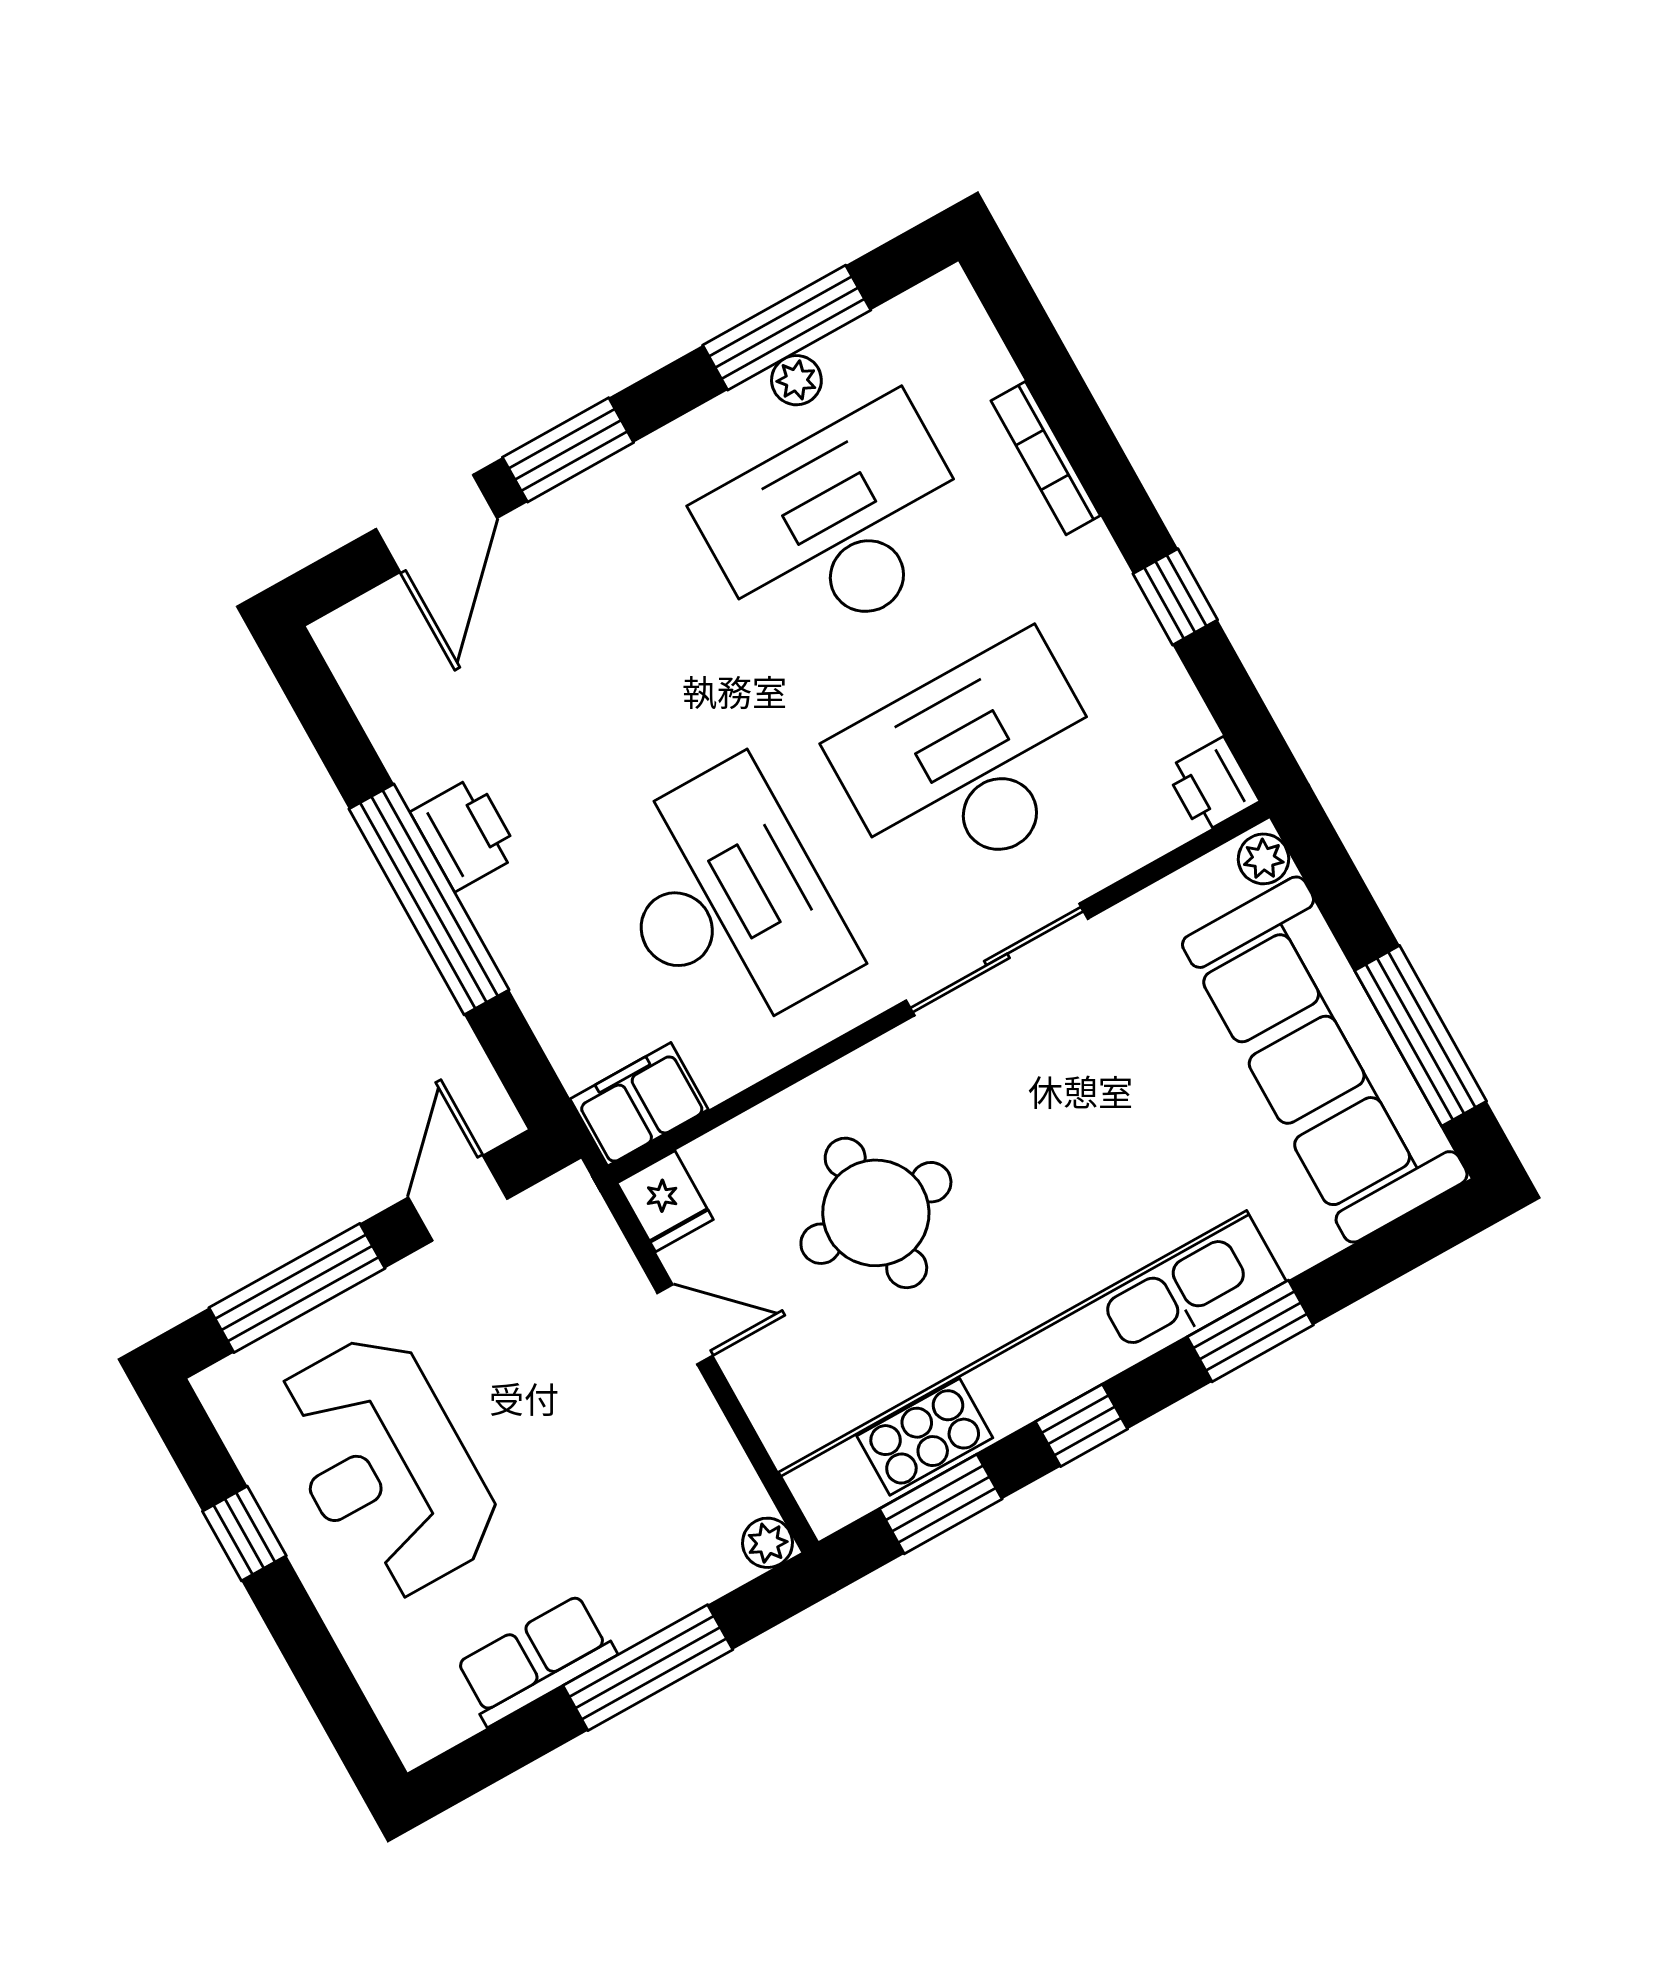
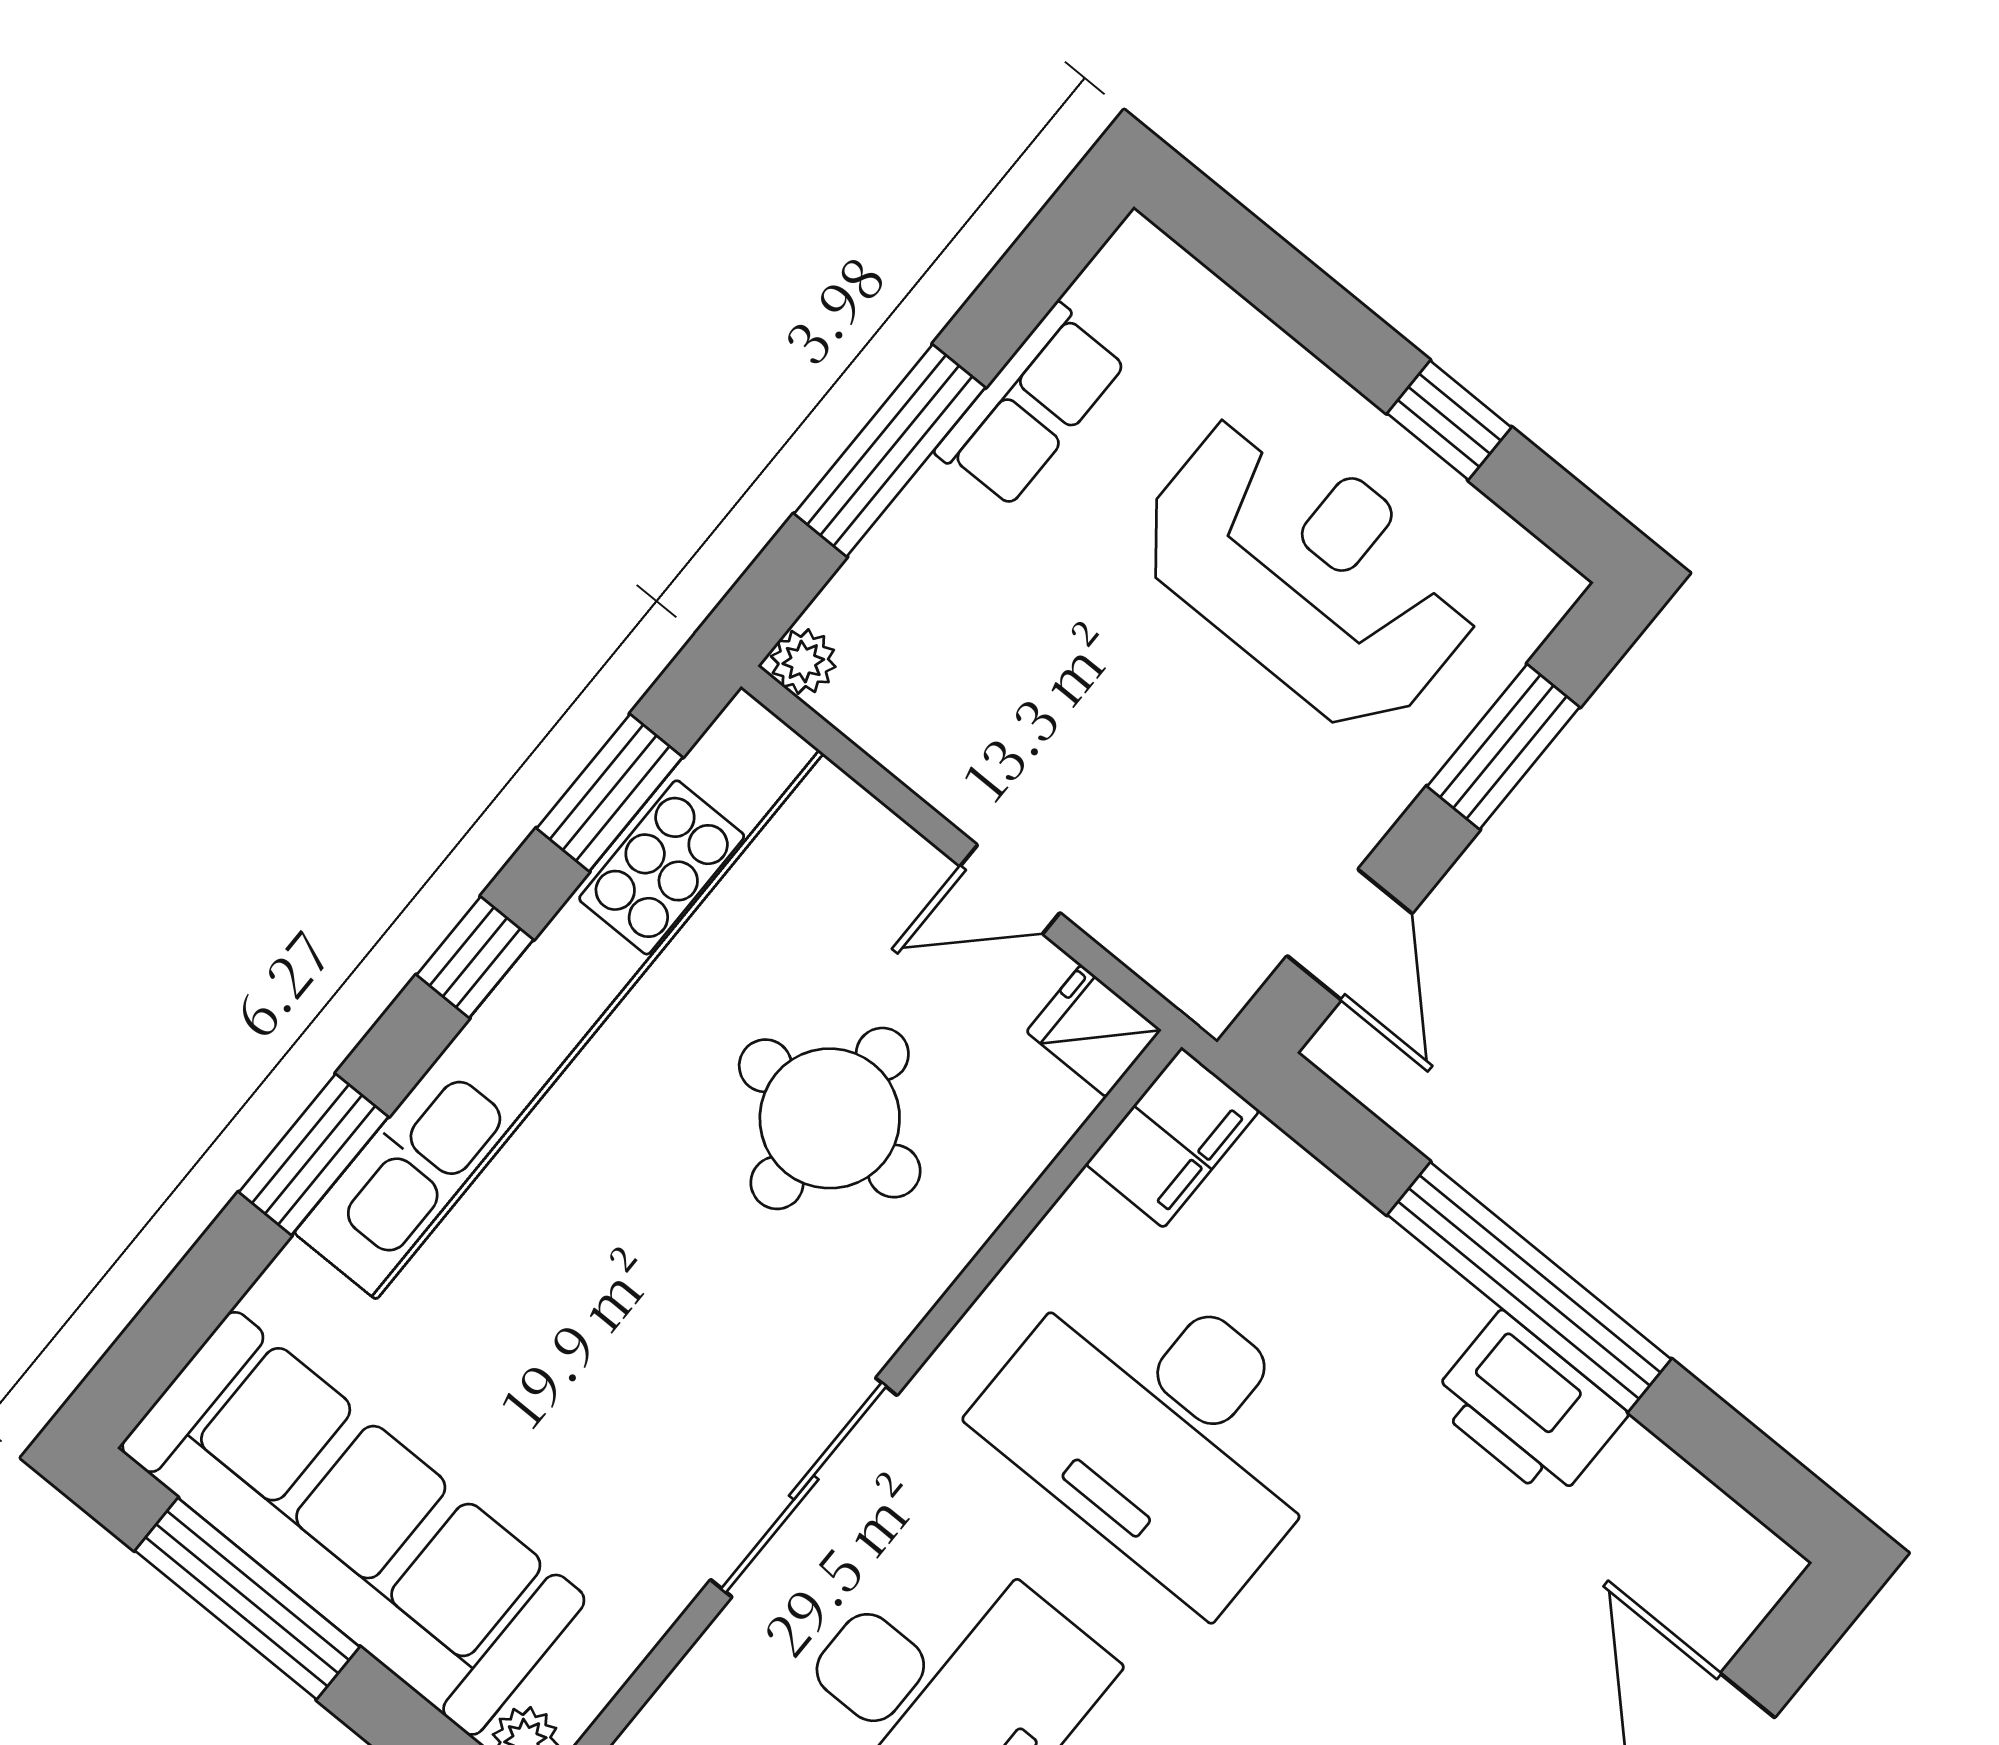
printer: (465, 834) -> (1528, 1407), width x1.37, depth x1.19
window: (297, 1288) -> (1503, 747), width x0.69

